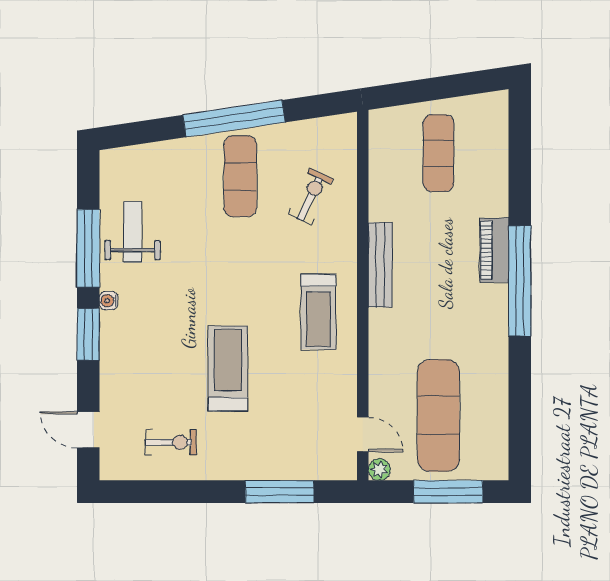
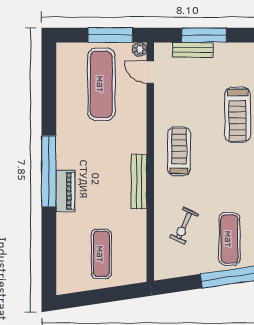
bench: (297, 469) -> (193, 50), added
window: (448, 492) -> (110, 35), moved

